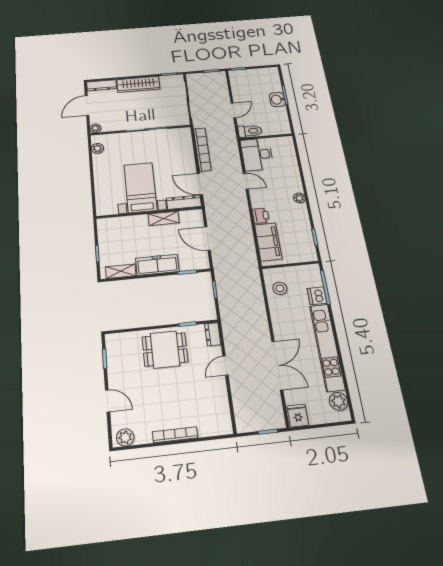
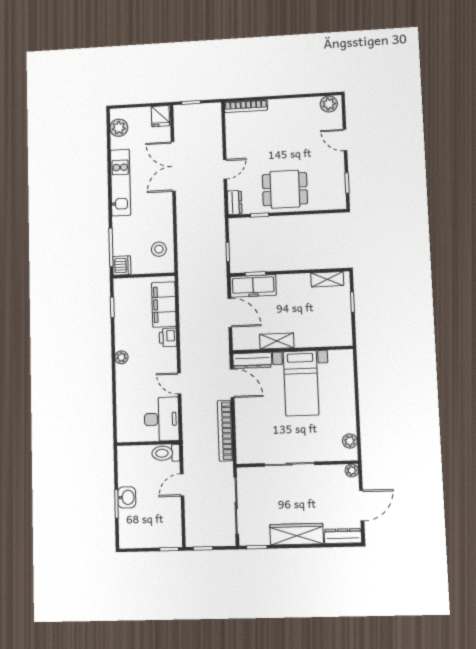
freezer: (157, 265) -> (253, 286), moved
dishwasher: (317, 296) -> (122, 266), moved
kitchen unit: (327, 347) -> (121, 183), width x0.73
bookcase: (175, 435) -> (246, 106), moved

